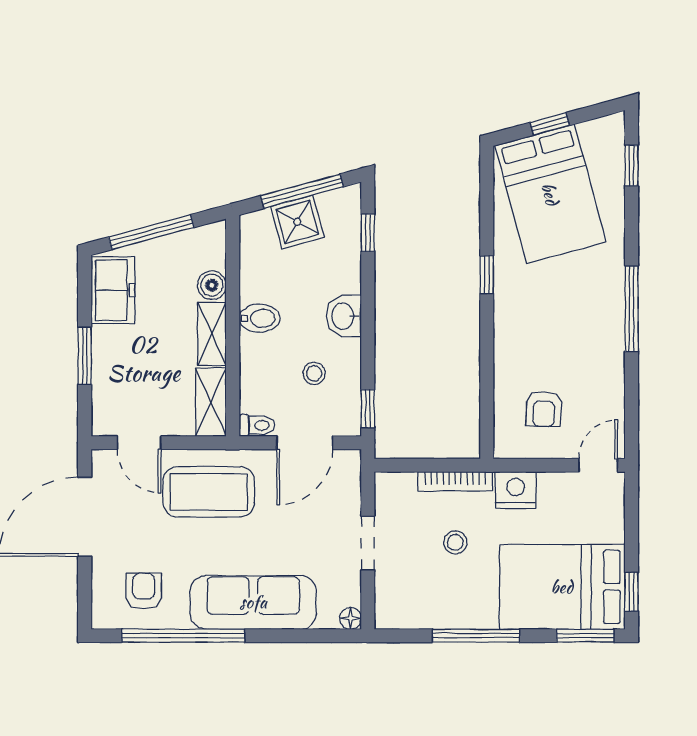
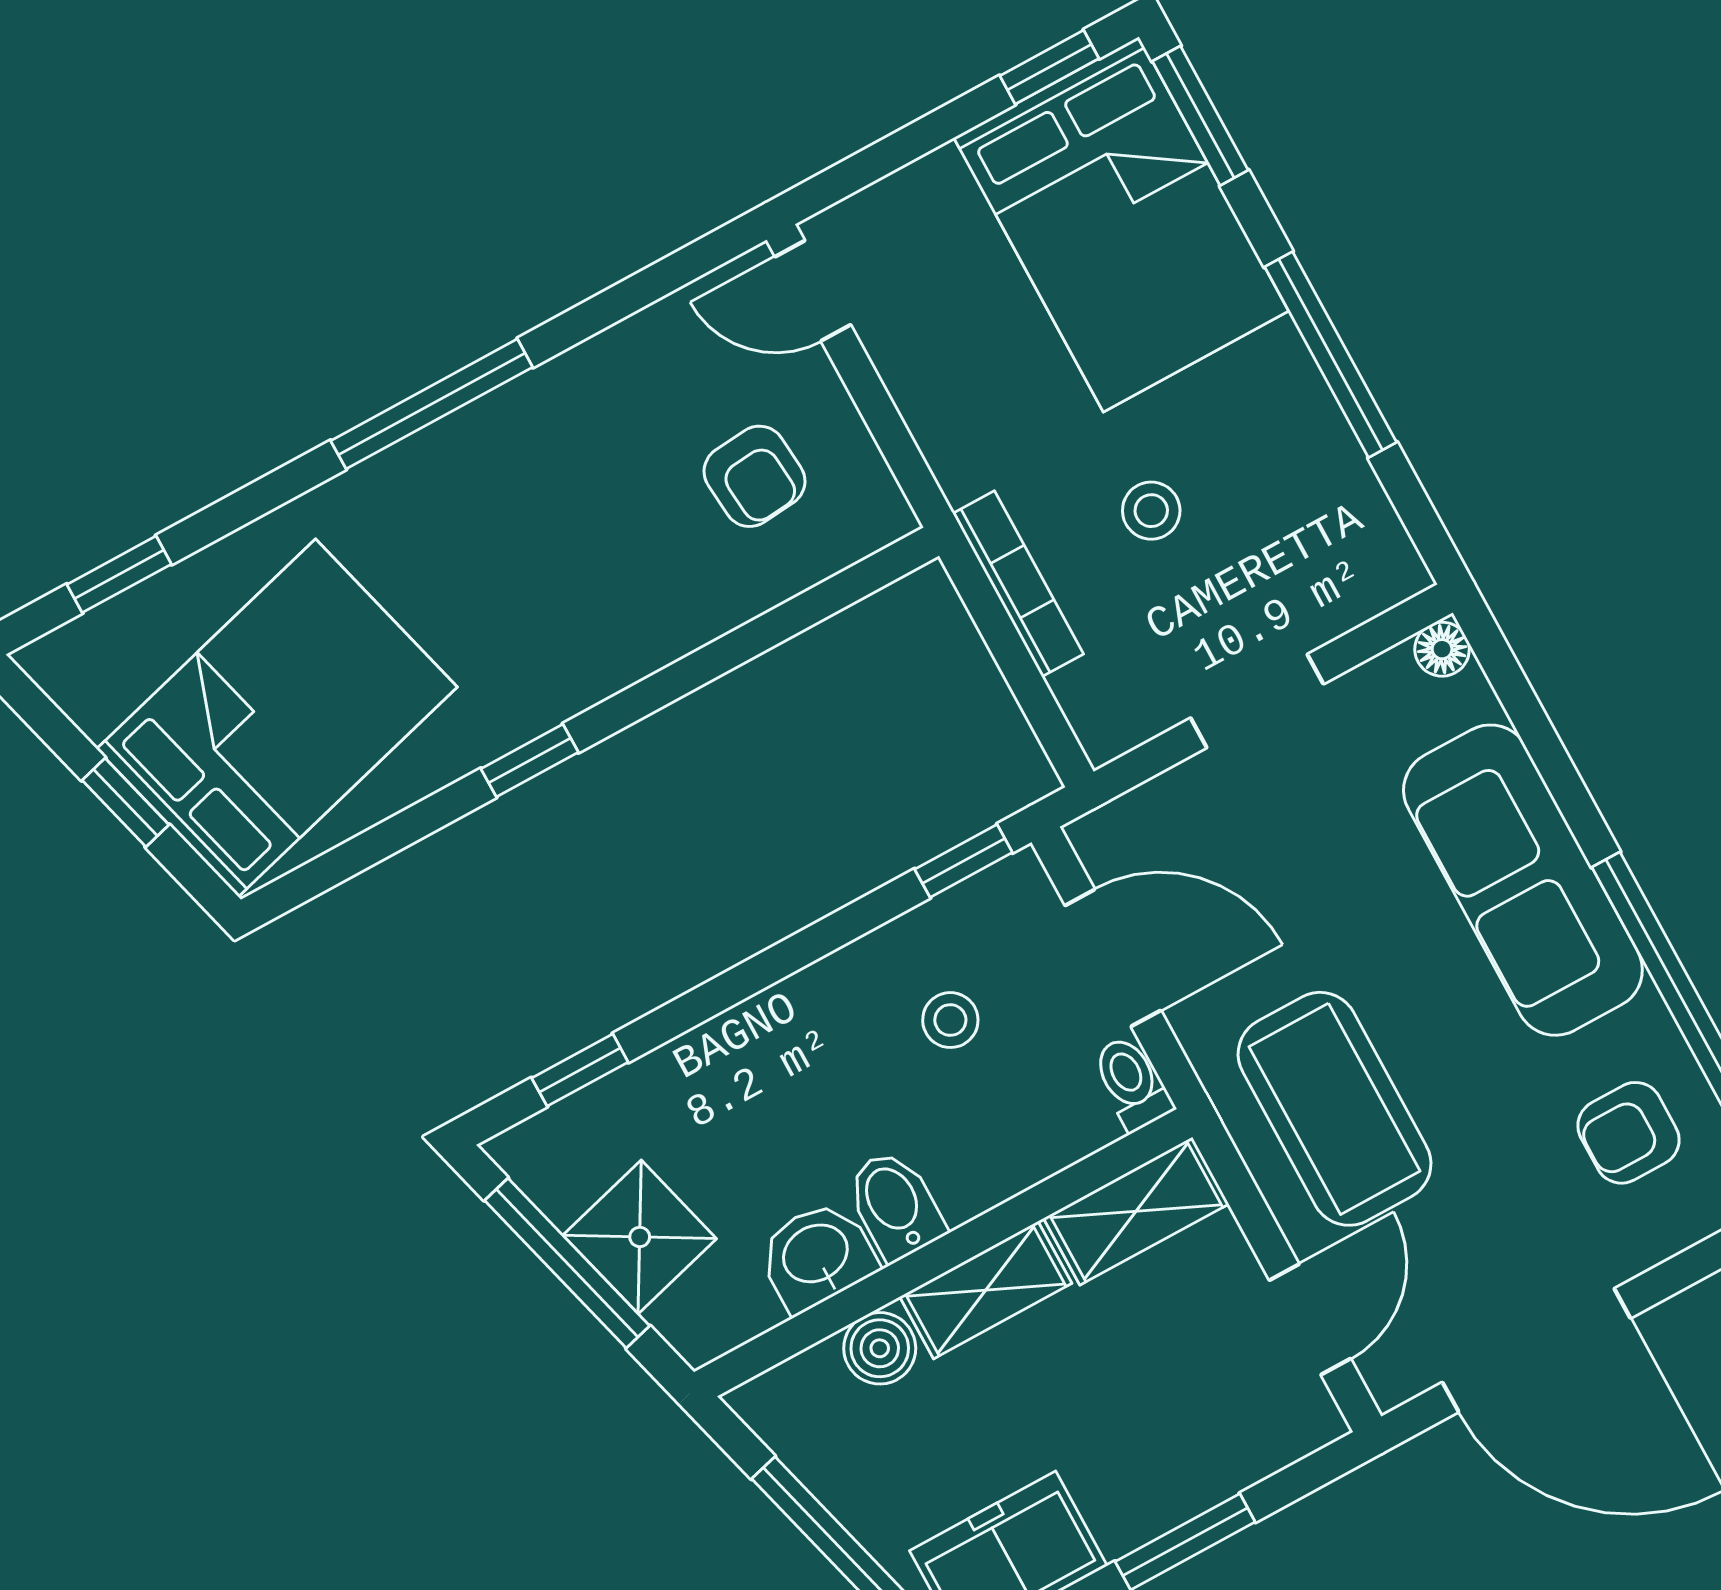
washbasin: (344, 316) -> (817, 1256), moved, turned 180
armchair: (544, 409) -> (754, 476), turned 83
nightstand: (516, 490) -> (965, 441), removed

